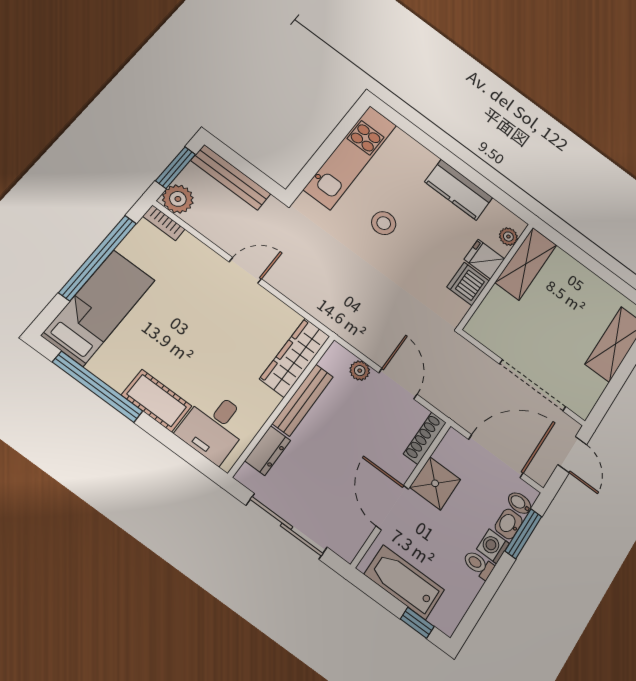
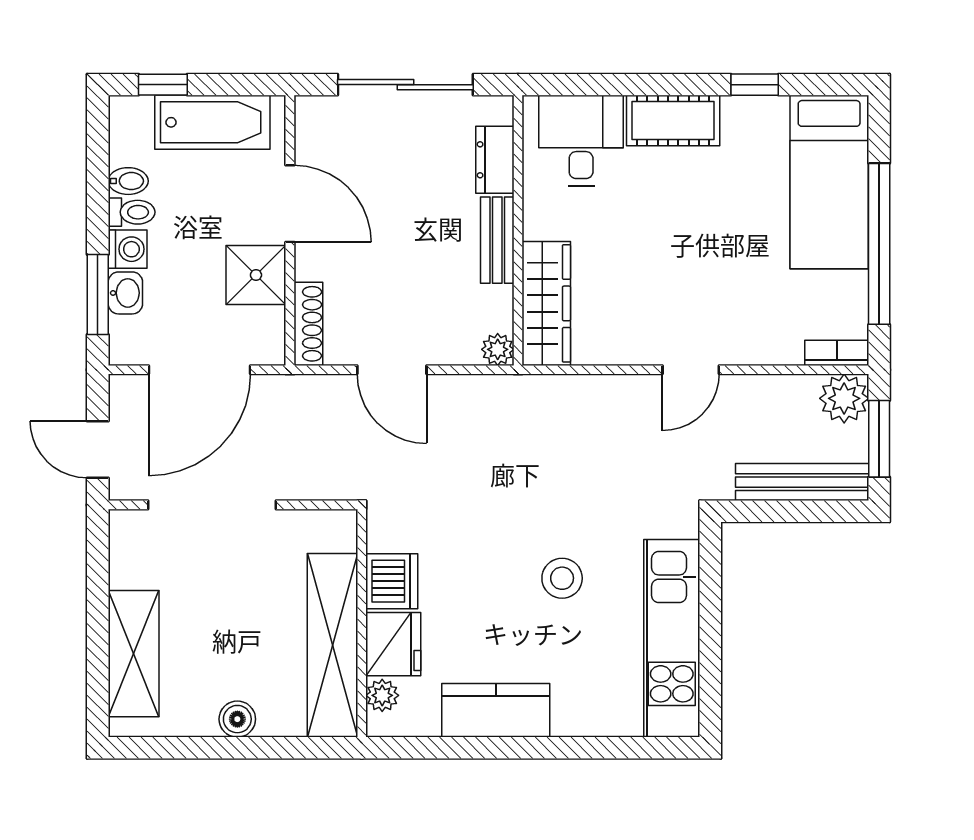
fridge: (484, 259) -> (393, 644), width x1.38
shelving: (526, 264) -> (332, 645), width x1.47
boiler: (585, 278) -> (237, 719), added
plant: (360, 371) -> (498, 349), moved
window: (98, 387) -> (755, 85), width x0.32
bench: (303, 400) -> (497, 240), width x0.73
bidet: (520, 503) -> (128, 181), moved

